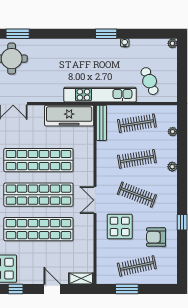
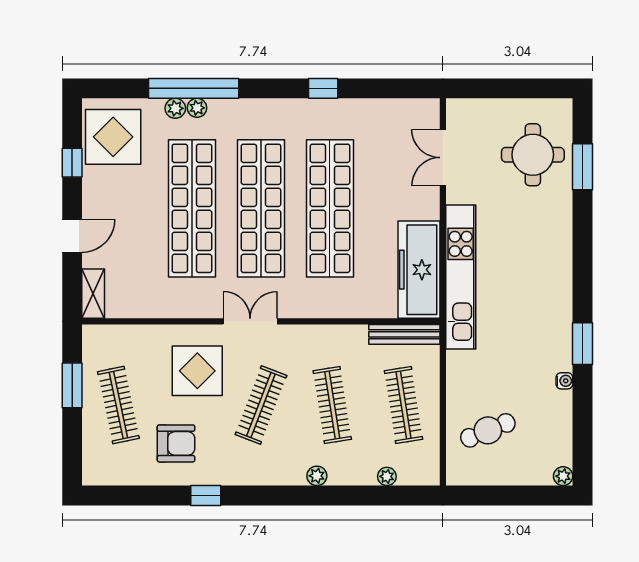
kitchen unit: (100, 95) -> (461, 277), moved
armchair: (156, 237) -> (176, 443), turned 90

